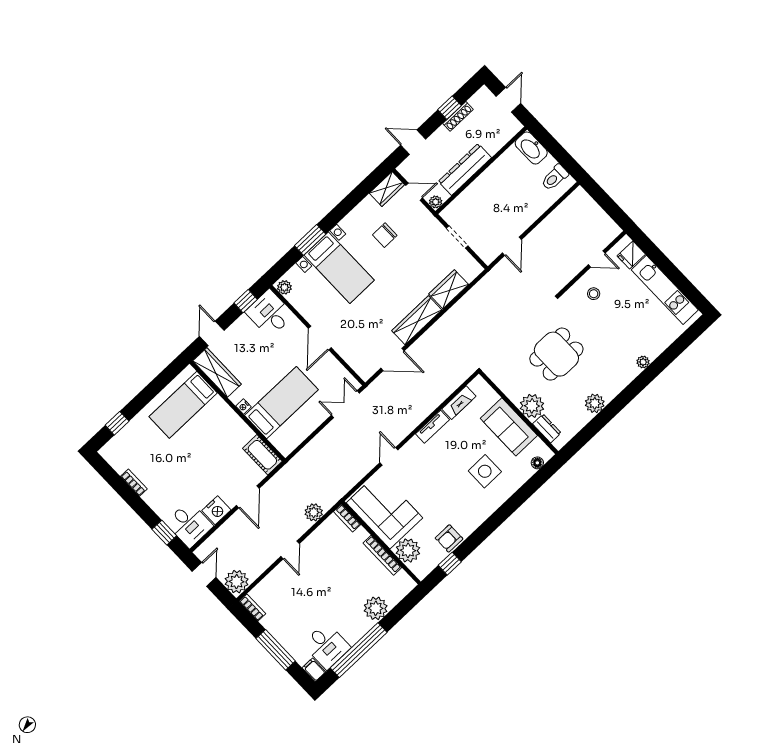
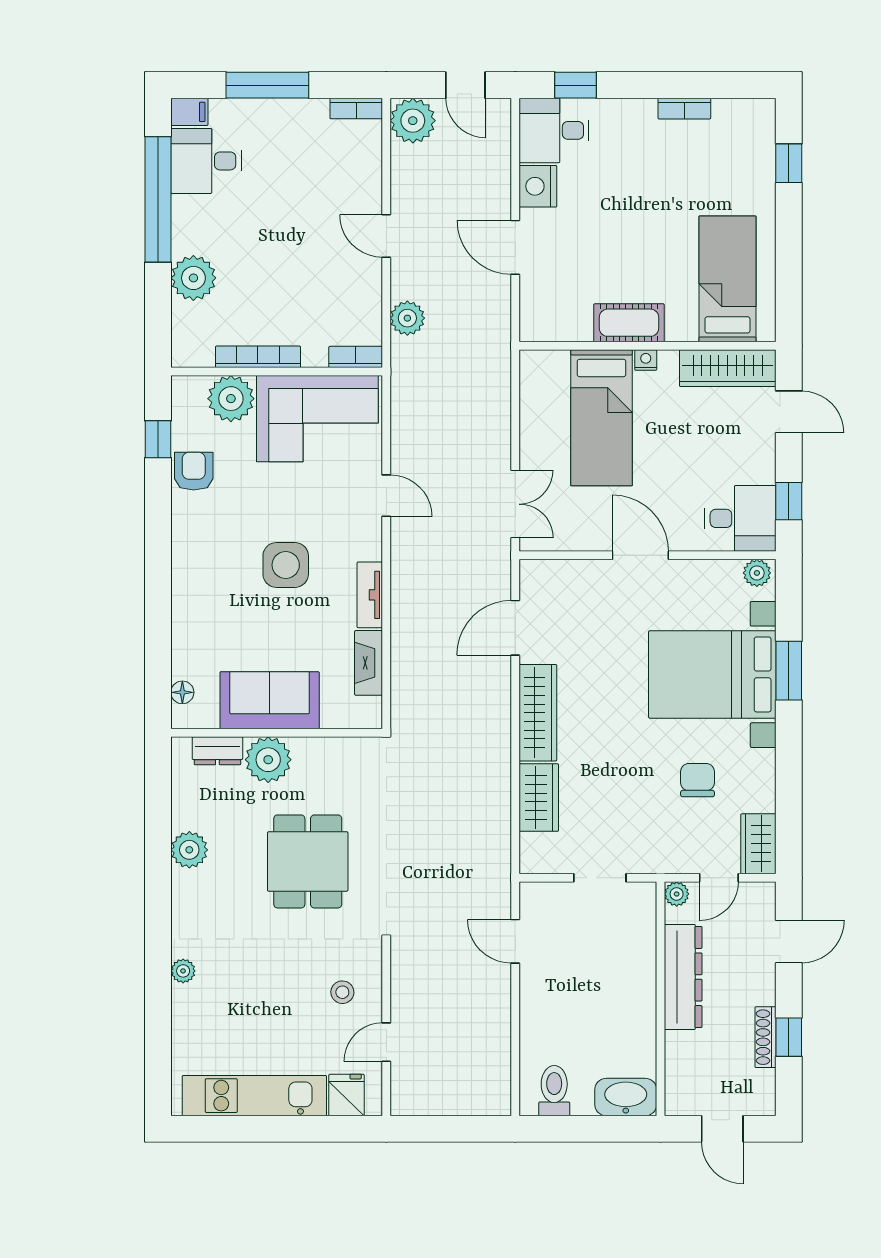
bed with nightstands: (339, 268) -> (712, 674), width x1.36
cot: (262, 455) -> (629, 323), moved
side table: (485, 471) -> (286, 565), moved

